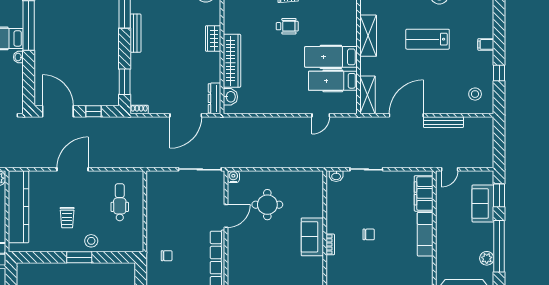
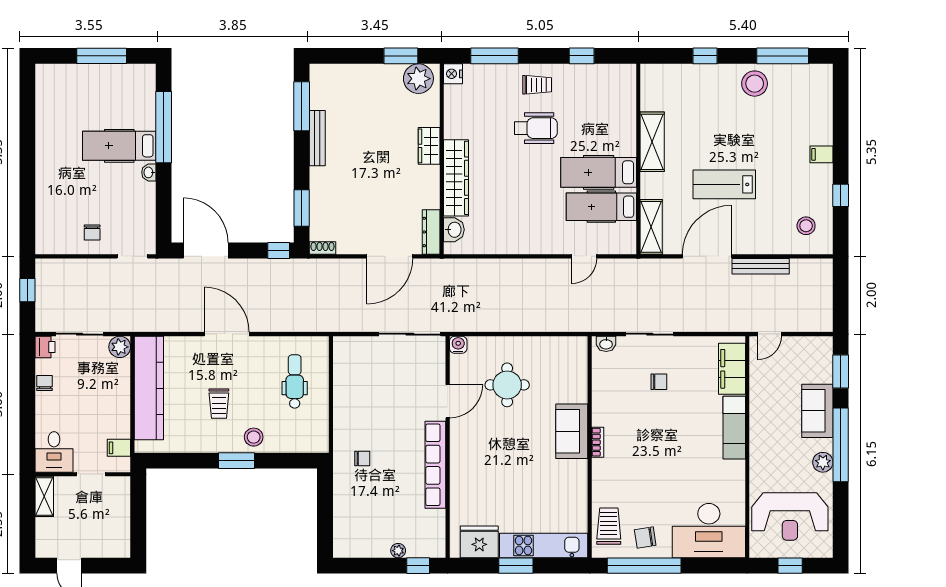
wheelchair: (287, 26) -> (536, 128), width x1.36, depth x1.37
lab bench: (428, 39) -> (724, 184), moved
window: (94, 111) -> (279, 250), moved
door: (73, 169) -> (227, 334), hinge flipped
sofa: (483, 203) -> (817, 411), moved
chair: (369, 234) -> (659, 382), moved

